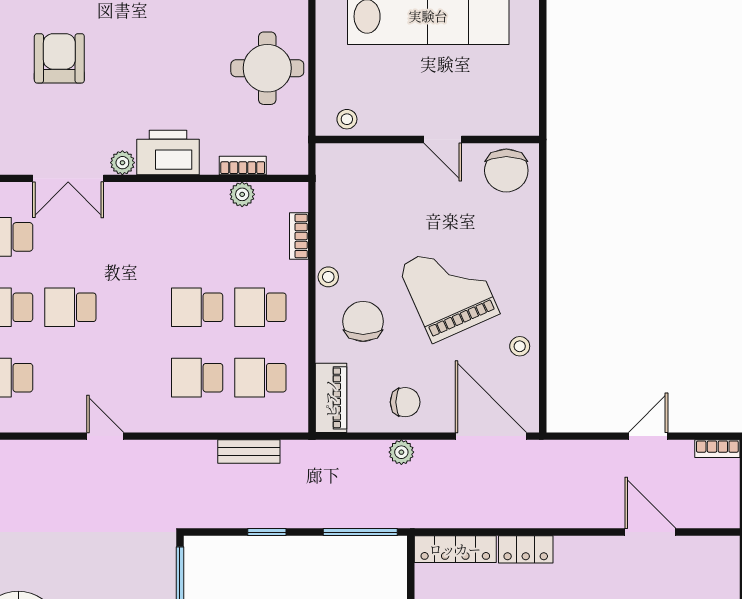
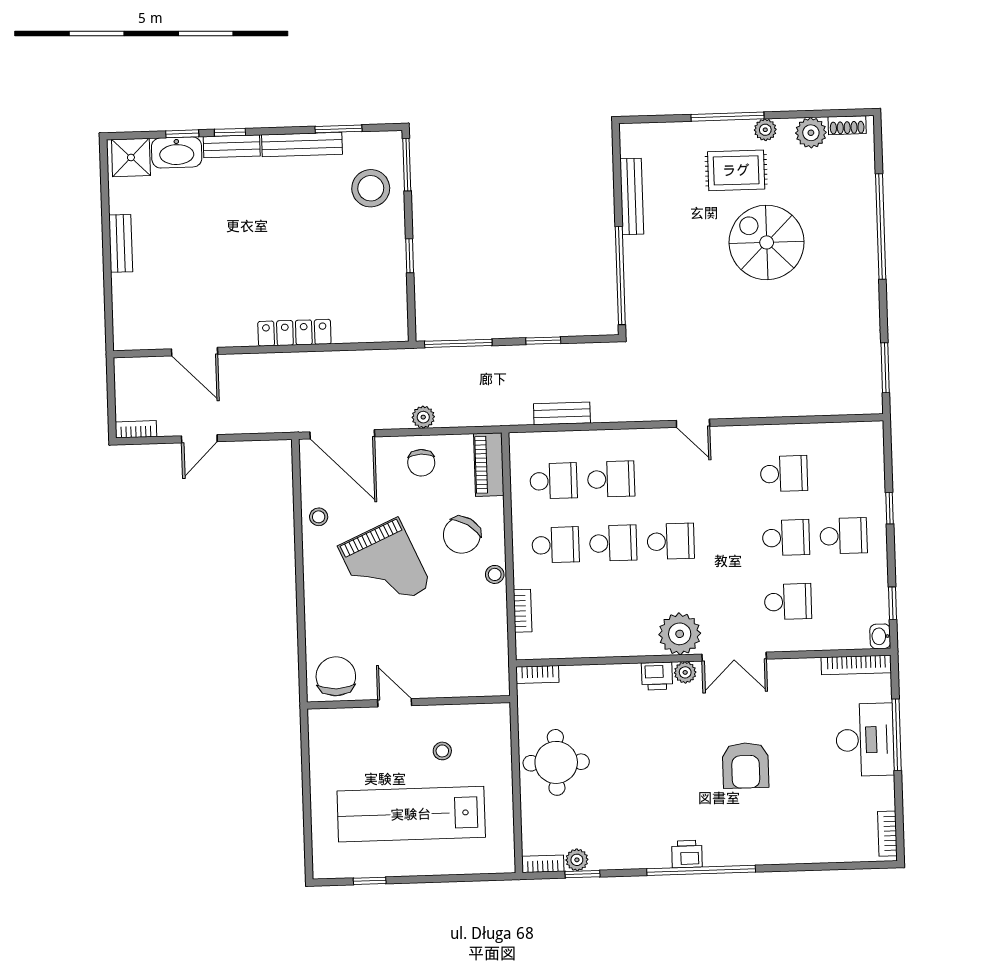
stool: (347, 119) -> (442, 751), moved
printer: (168, 152) -> (657, 676), width x0.53, depth x0.68
bookcase: (243, 165) -> (537, 675), moved
double door: (68, 178) -> (734, 657), swing flipped
plant: (242, 194) -> (680, 634), moved, width x1.88, depth x1.88
school desk: (70, 307) -> (671, 541), moved
chair: (363, 321) -> (462, 535), turned 32
chair: (405, 402) -> (421, 463), turned -90
locker: (455, 549) -> (371, 330), removed
locker: (526, 549) -> (294, 333), width x1.53

